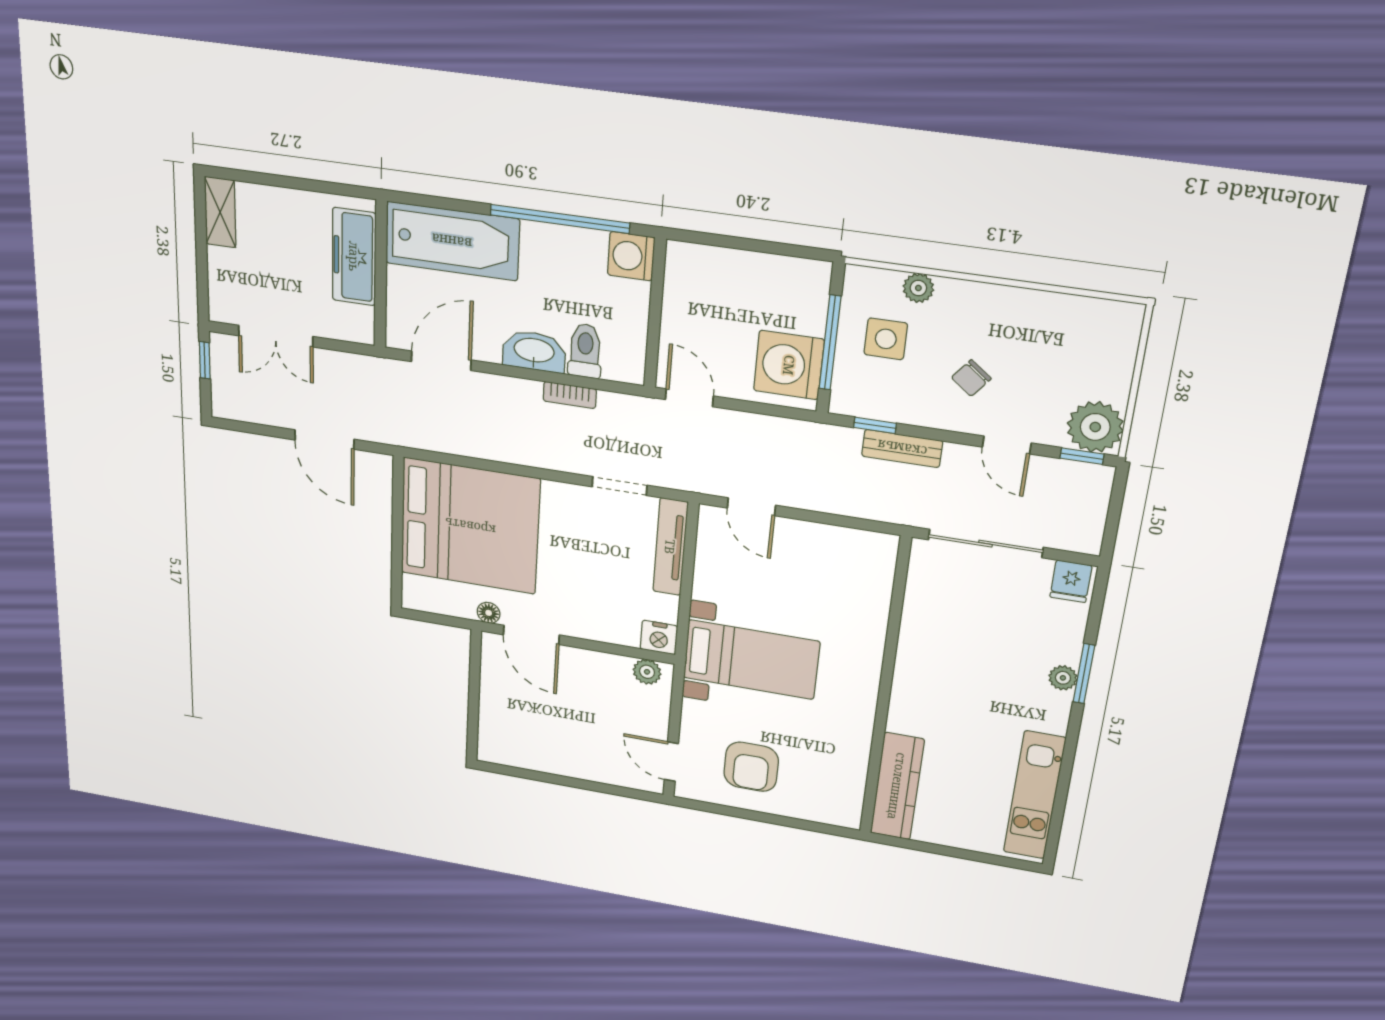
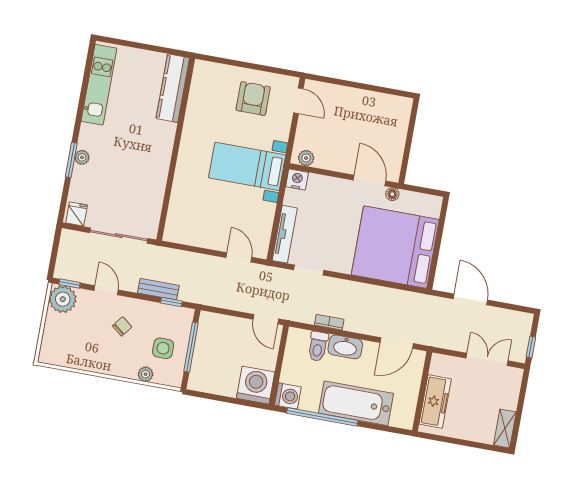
bathtub: (452, 241) -> (356, 403), moved
washing machine: (789, 365) -> (256, 385), moved, turned -90

